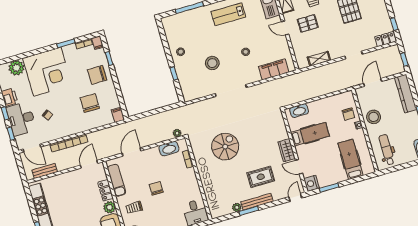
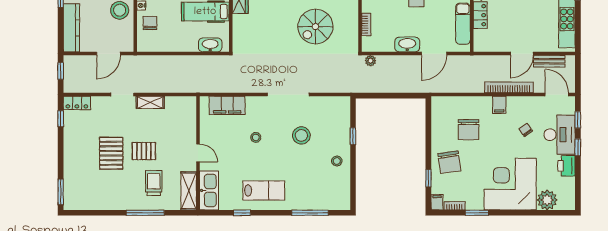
pallet: (308, 23) -> (144, 151), moved
shelving: (319, 59) -> (150, 102), moved
chair: (97, 75) -> (449, 162), turned 82
filing cabinet: (118, 115) -> (499, 105), moved
washbasin: (169, 149) -> (407, 44), moved
door: (89, 164) -> (522, 54), moved

